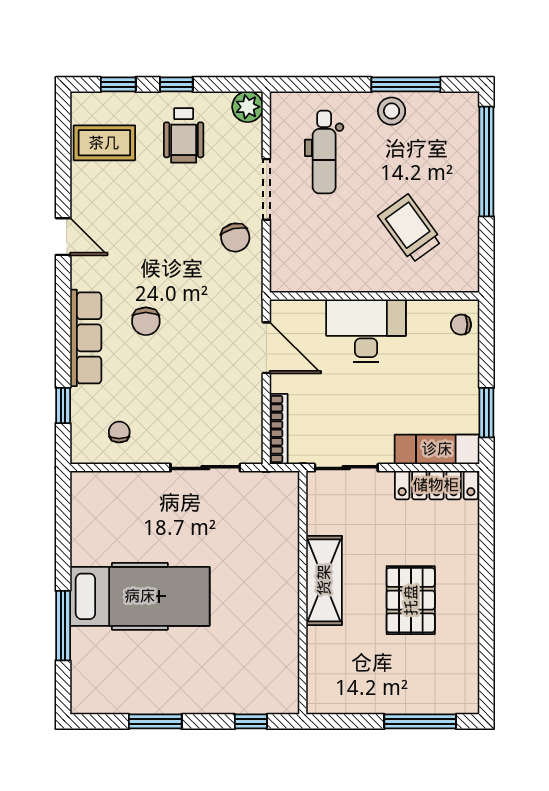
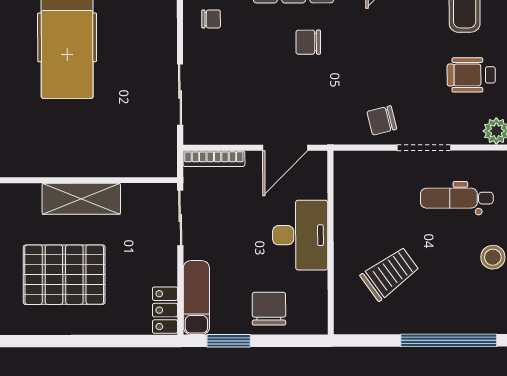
chair: (461, 325) -> (269, 309), moved, width x1.87, depth x1.87
locker: (436, 485) -> (165, 310), width x0.66
pallet: (411, 600) -> (64, 275), width x1.37, depth x1.41

